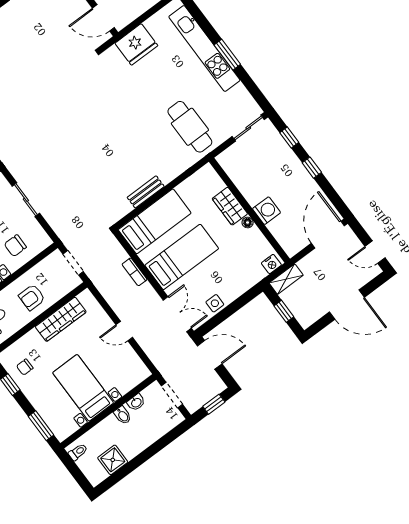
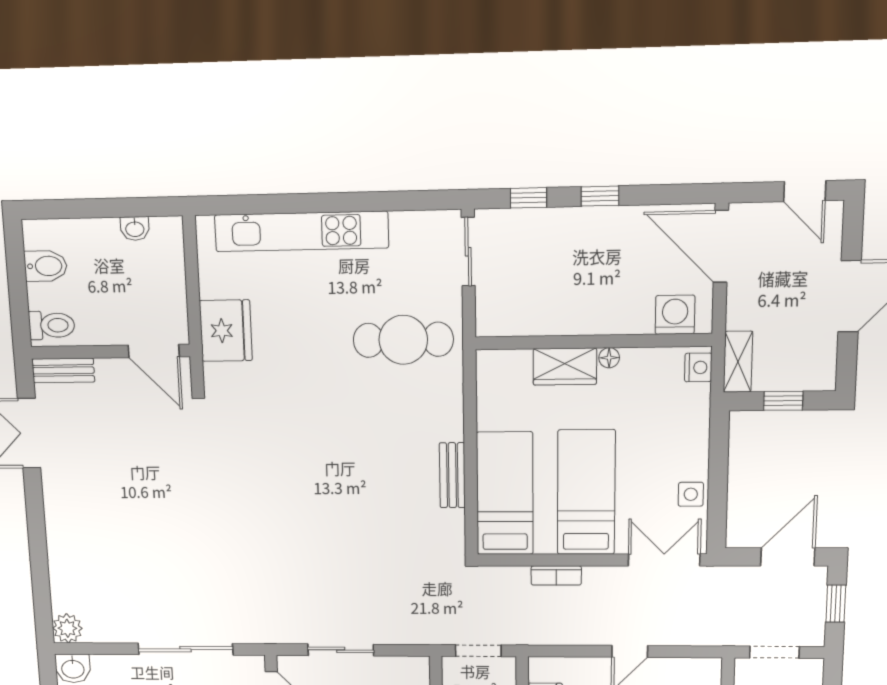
door: (103, 18) -> (154, 351), hinge flipped
window: (227, 55) -> (335, 202), removed
washing machine: (267, 211) -> (675, 315), moved
door: (375, 252) -> (805, 191), hinge flipped
door: (210, 355) -> (788, 557), moved

